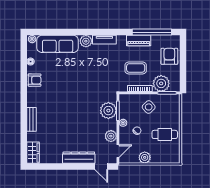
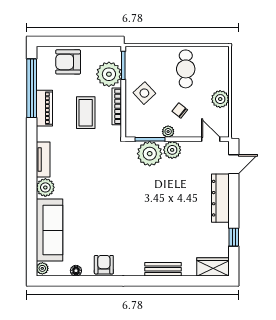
plant: (111, 136) -> (172, 150), moved
window: (53, 166) -> (234, 237), added

